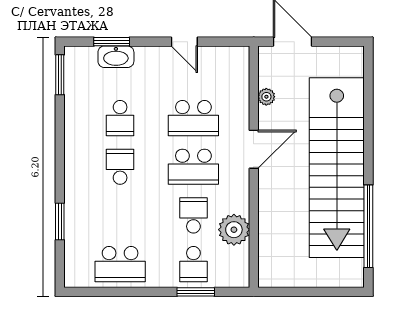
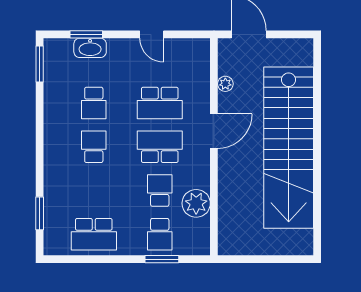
school desk: (193, 167) -> (160, 147), turned 180
window: (60, 222) -> (40, 213), moved
window: (368, 226) -> (317, 200), removed

